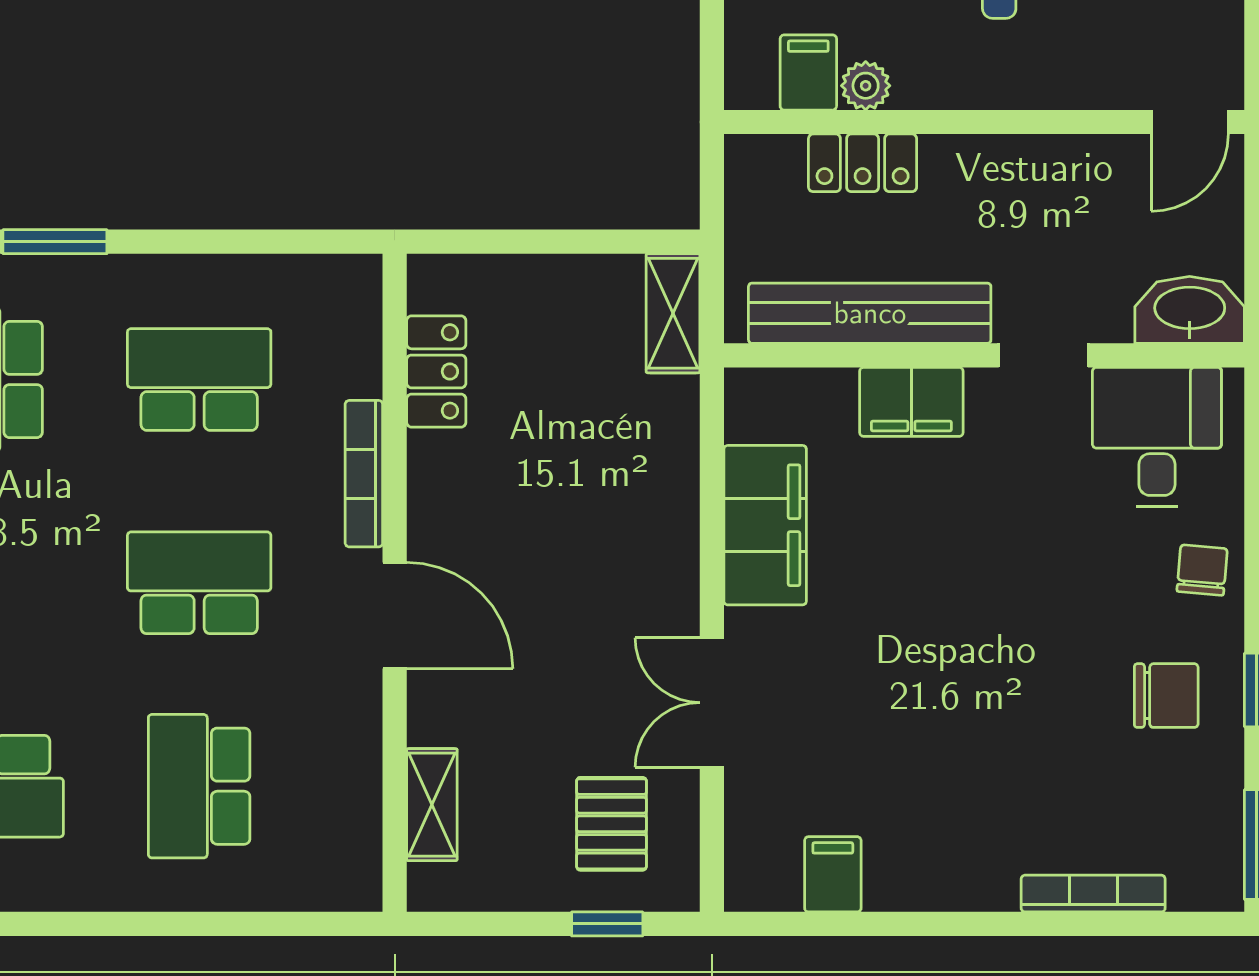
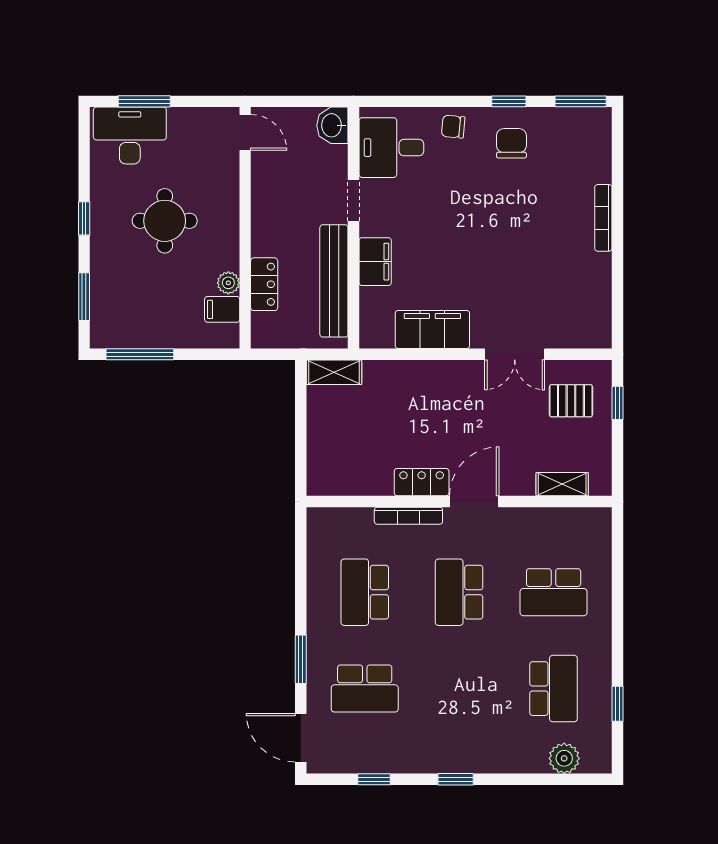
washbasin: (1190, 310) -> (332, 125), width x0.72
locker: (436, 371) -> (422, 482), moved
filing cabinet: (833, 874) -> (594, 298), removed
bookcase: (1093, 894) -> (603, 218), moved

